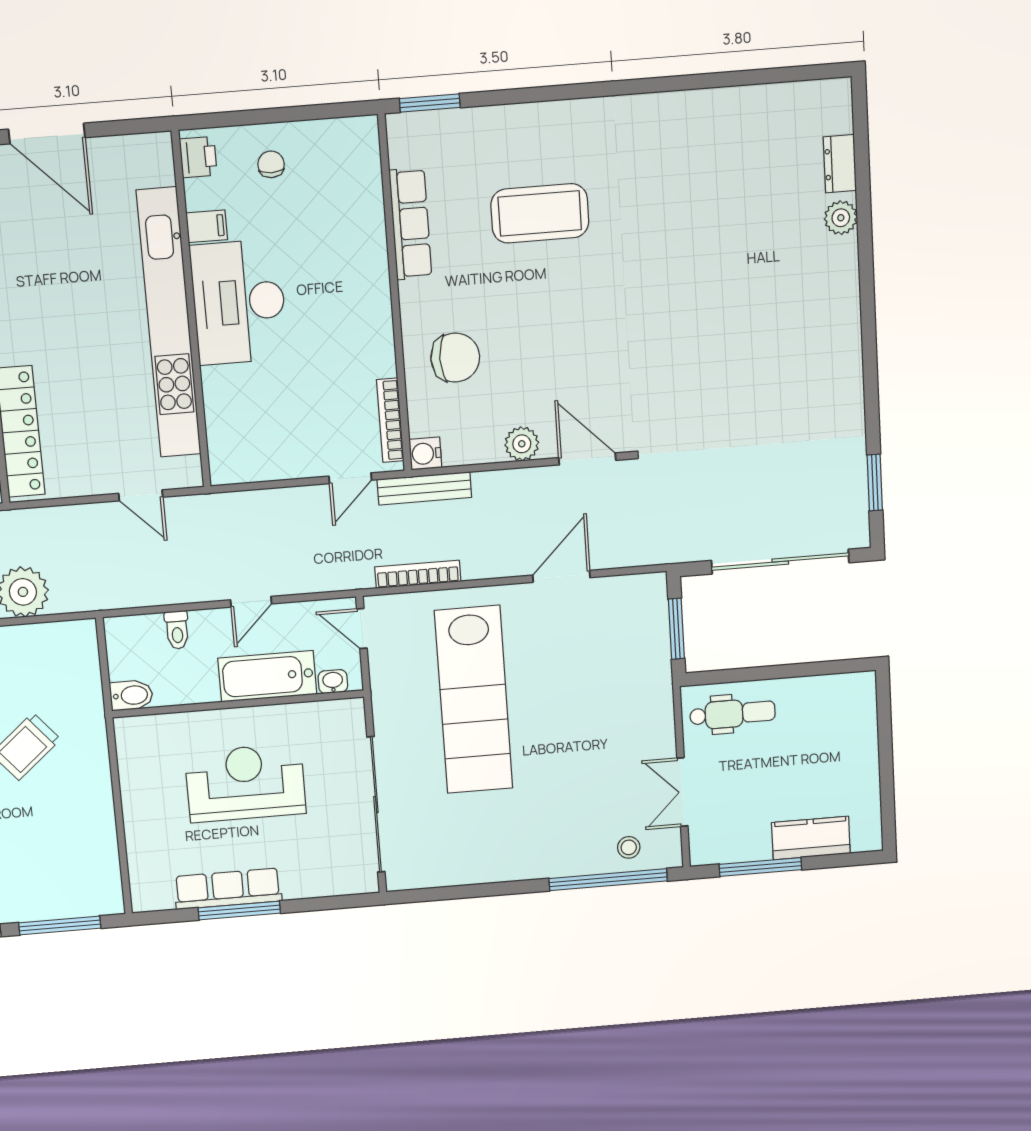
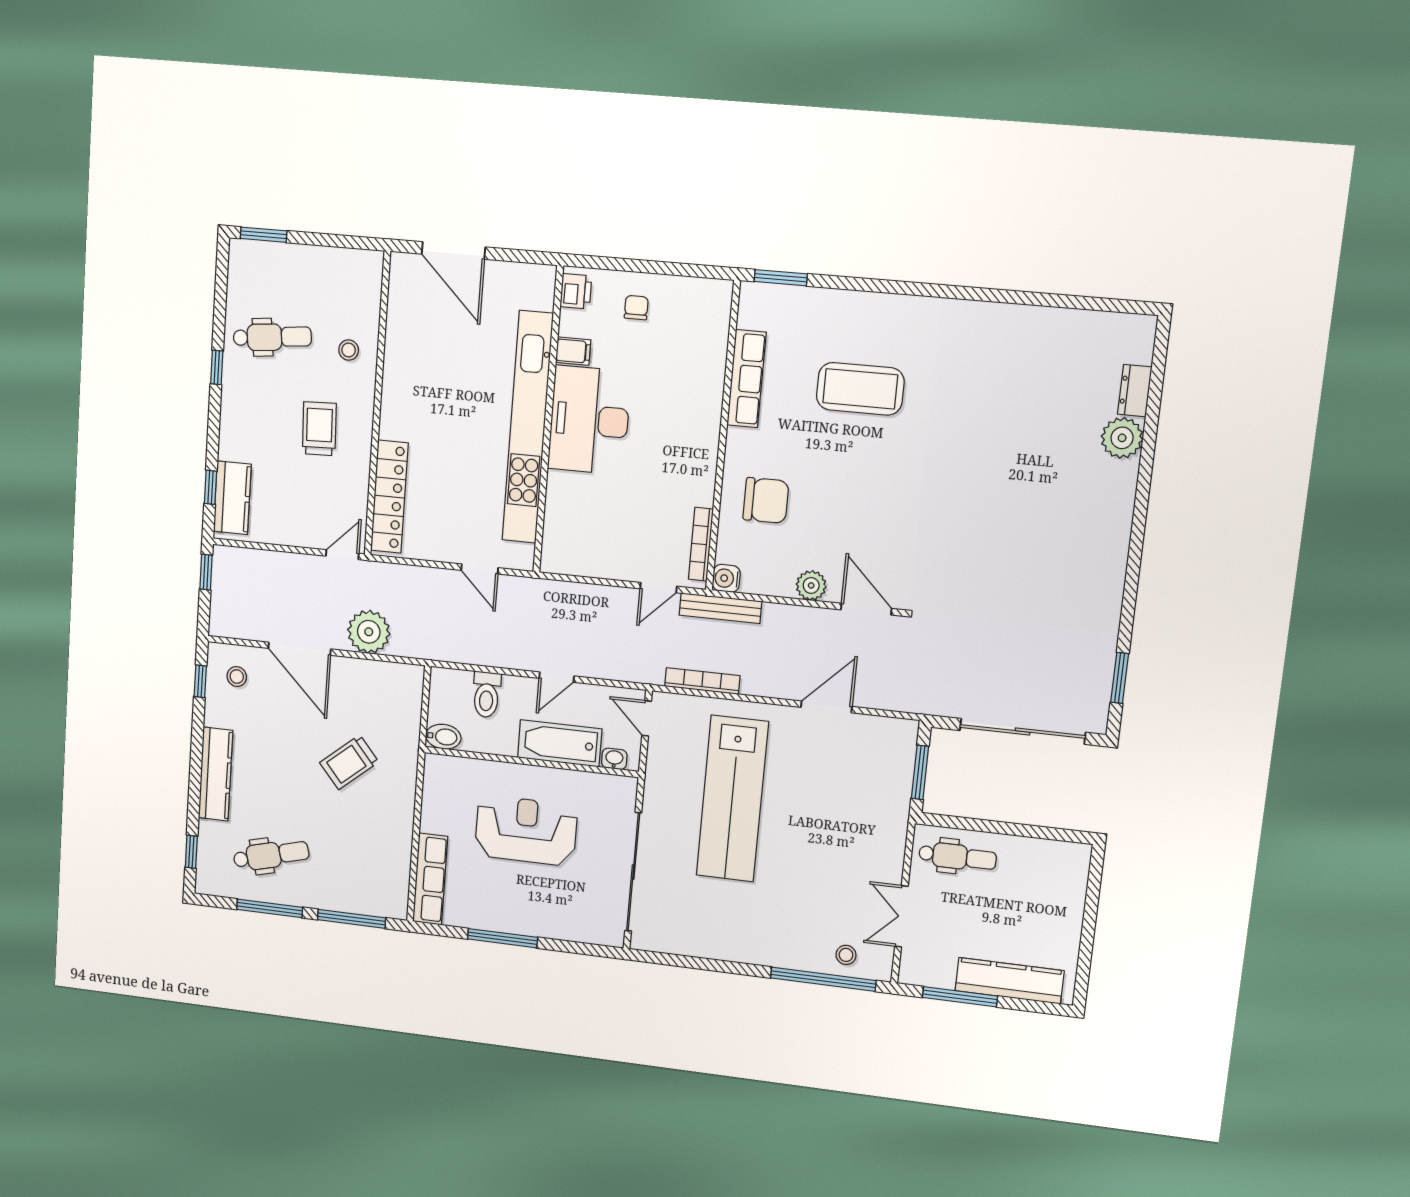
plant: (841, 218) -> (1122, 438), width x1.36, depth x1.36
toilet: (177, 630) -> (486, 695), width x1.37, depth x1.39
kitchen counter: (811, 838) -> (1009, 981), width x1.50
row of seats: (228, 889) -> (430, 879), moved, turned 90

